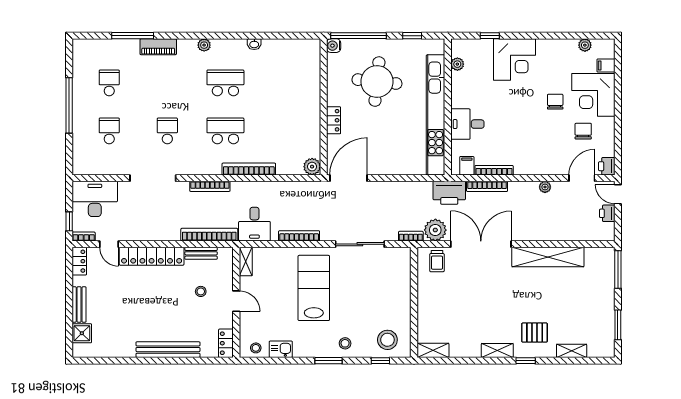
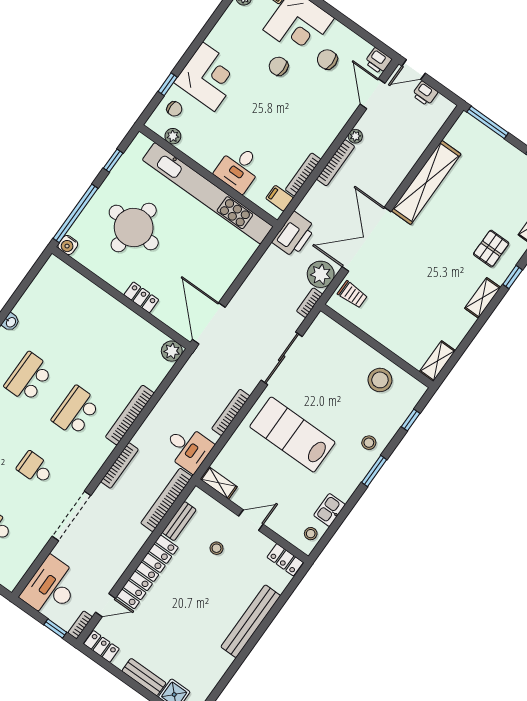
chair: (476, 52) -> (174, 109), added
bookcase: (487, 186) -> (336, 163), moved
stool: (387, 340) -> (380, 380), moved

